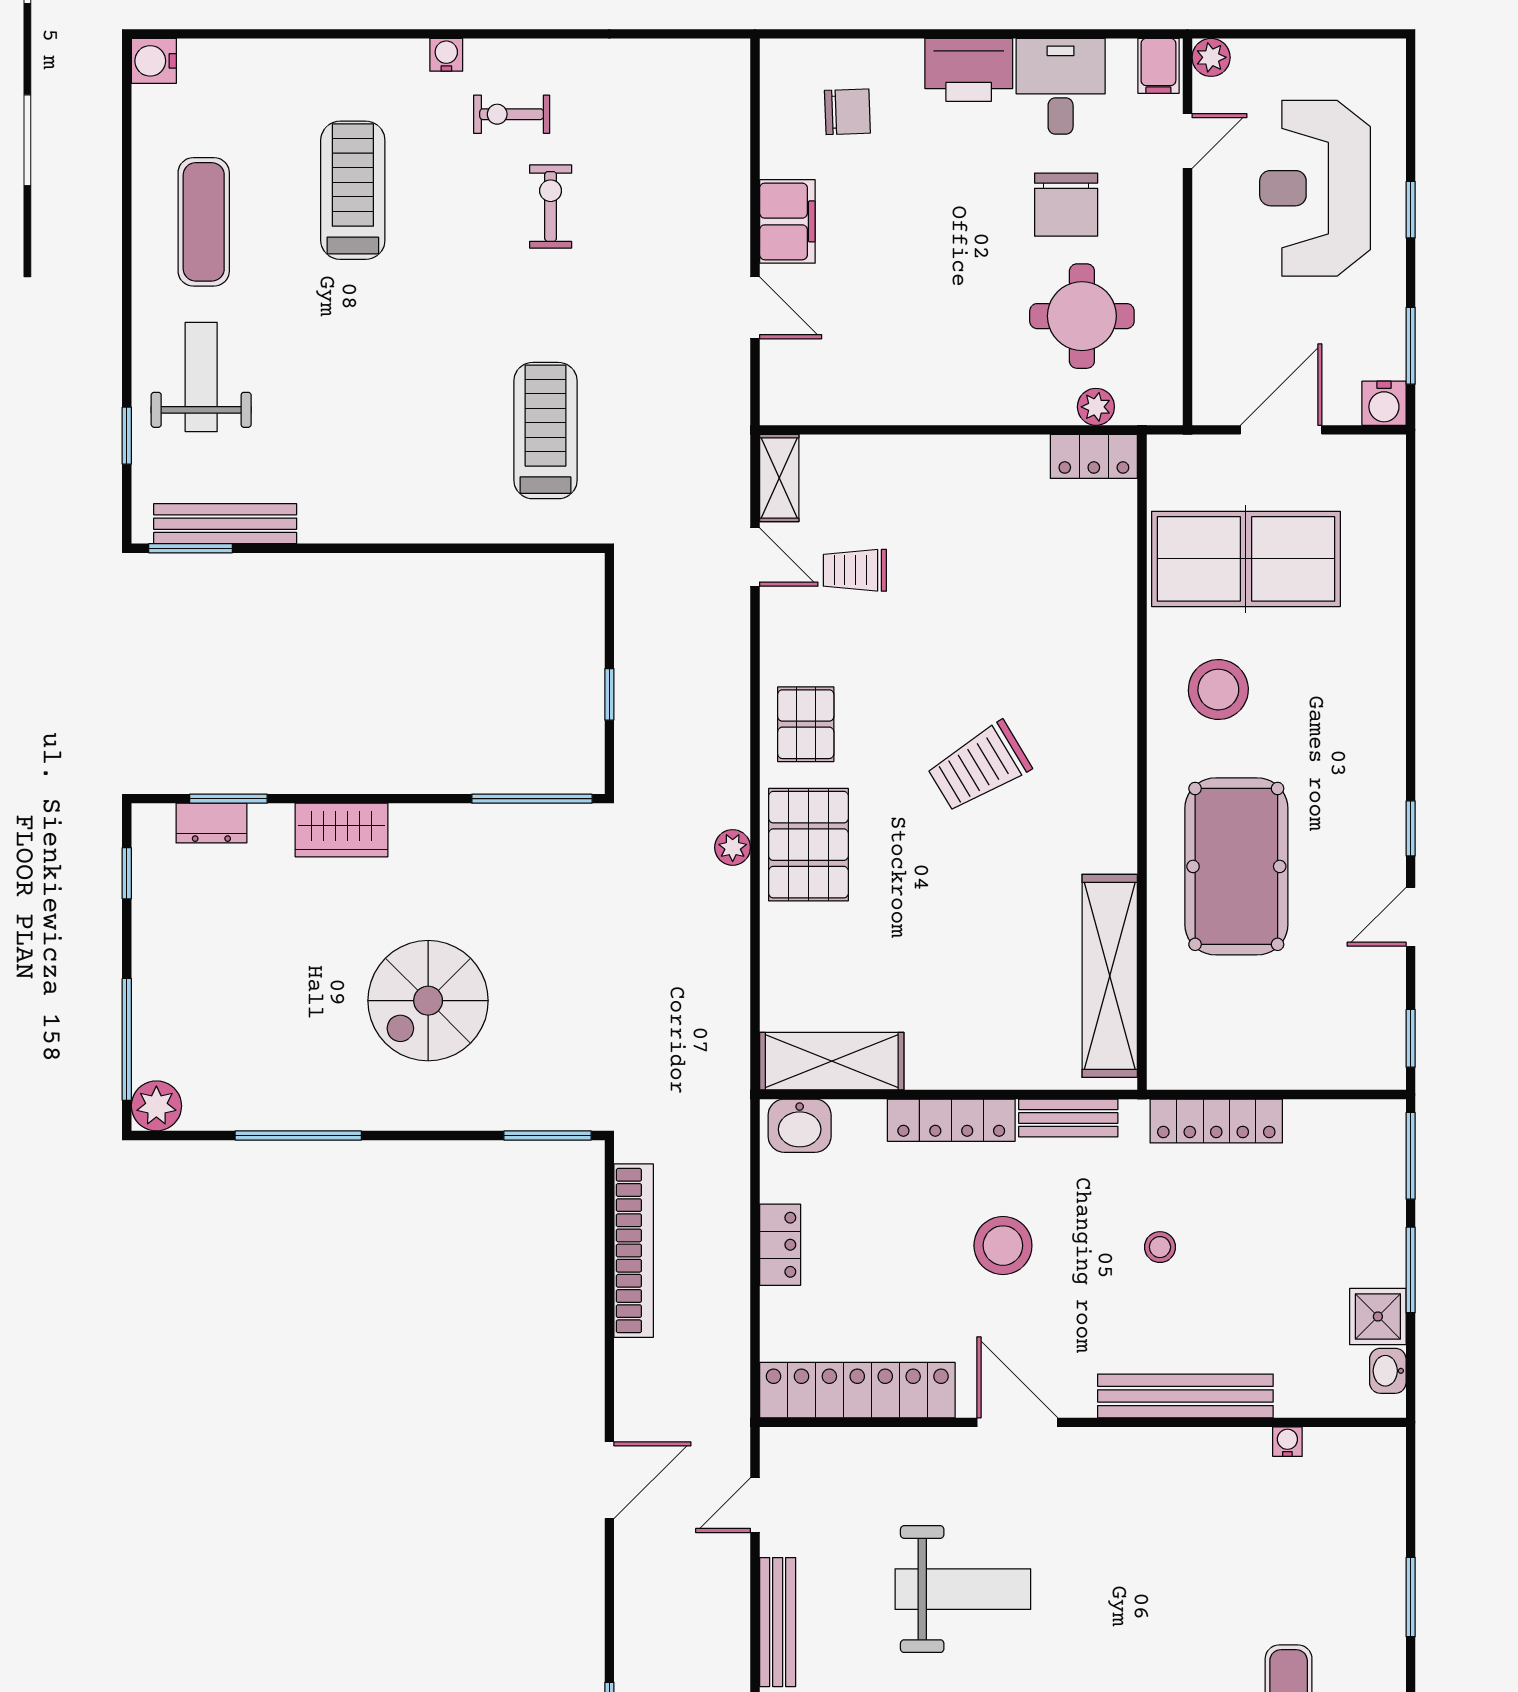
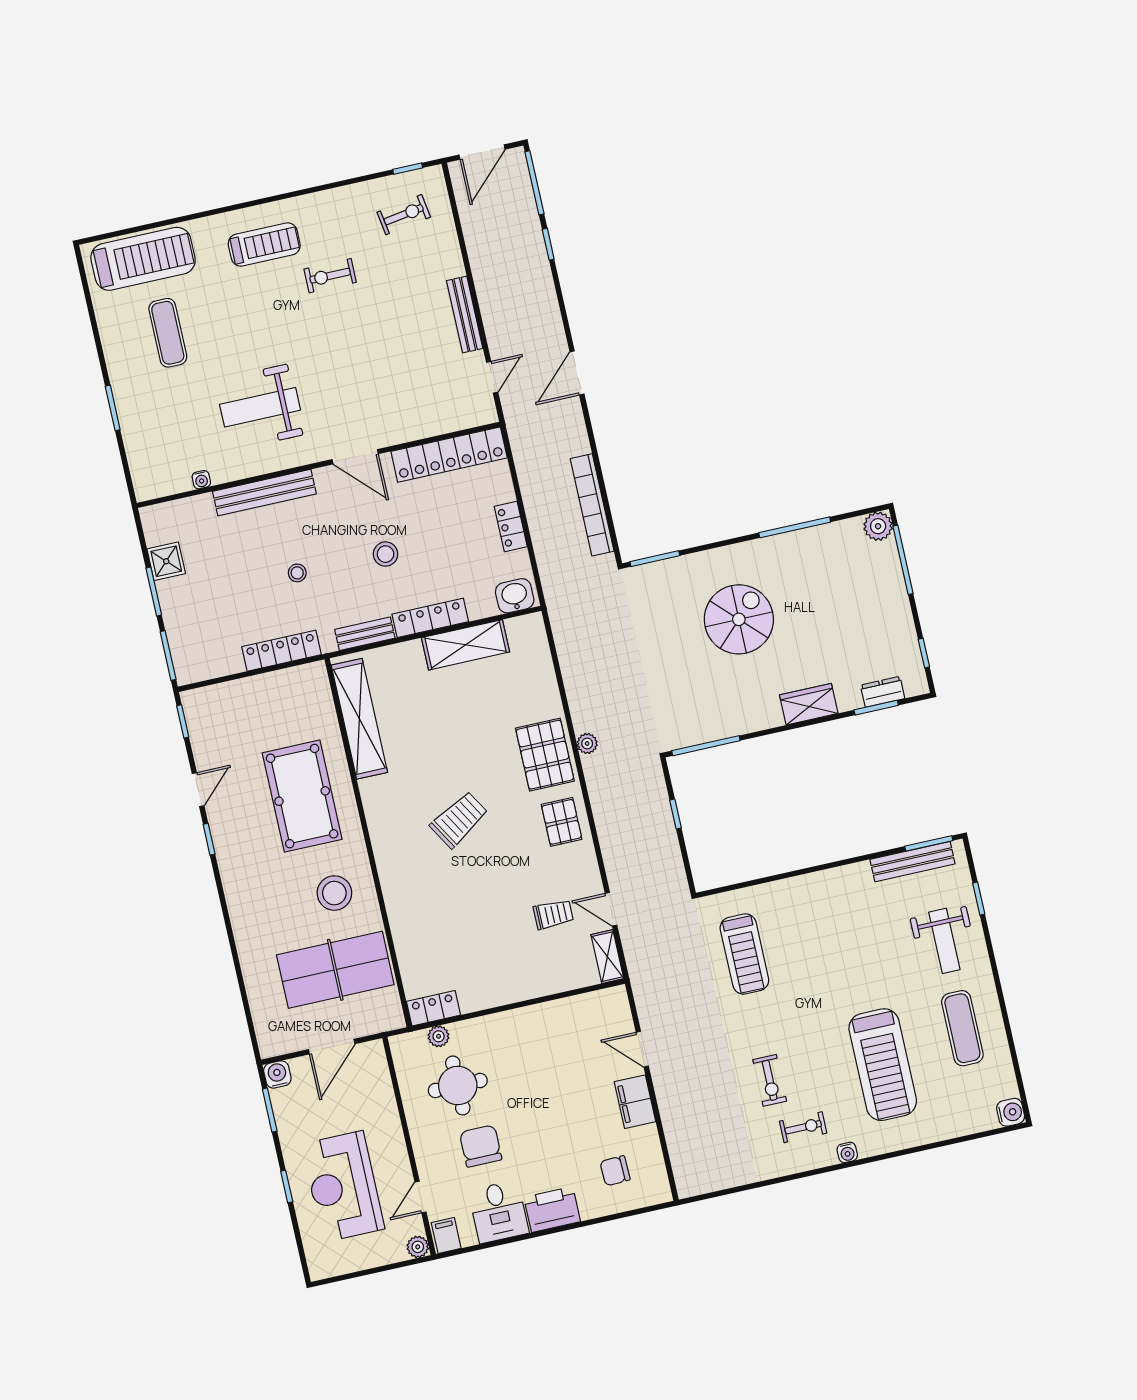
reception desk: (1315, 188) -> (343, 1186), turned 180
treadmill: (353, 190) -> (883, 1065), width x1.37, depth x1.38
shelving: (832, 1061) -> (465, 645), moved
stool: (1003, 1246) -> (386, 554), width x0.73, depth x0.73
washbasin: (1388, 1371) -> (154, 532), removed
weight bench: (963, 1589) -> (260, 407), moved

